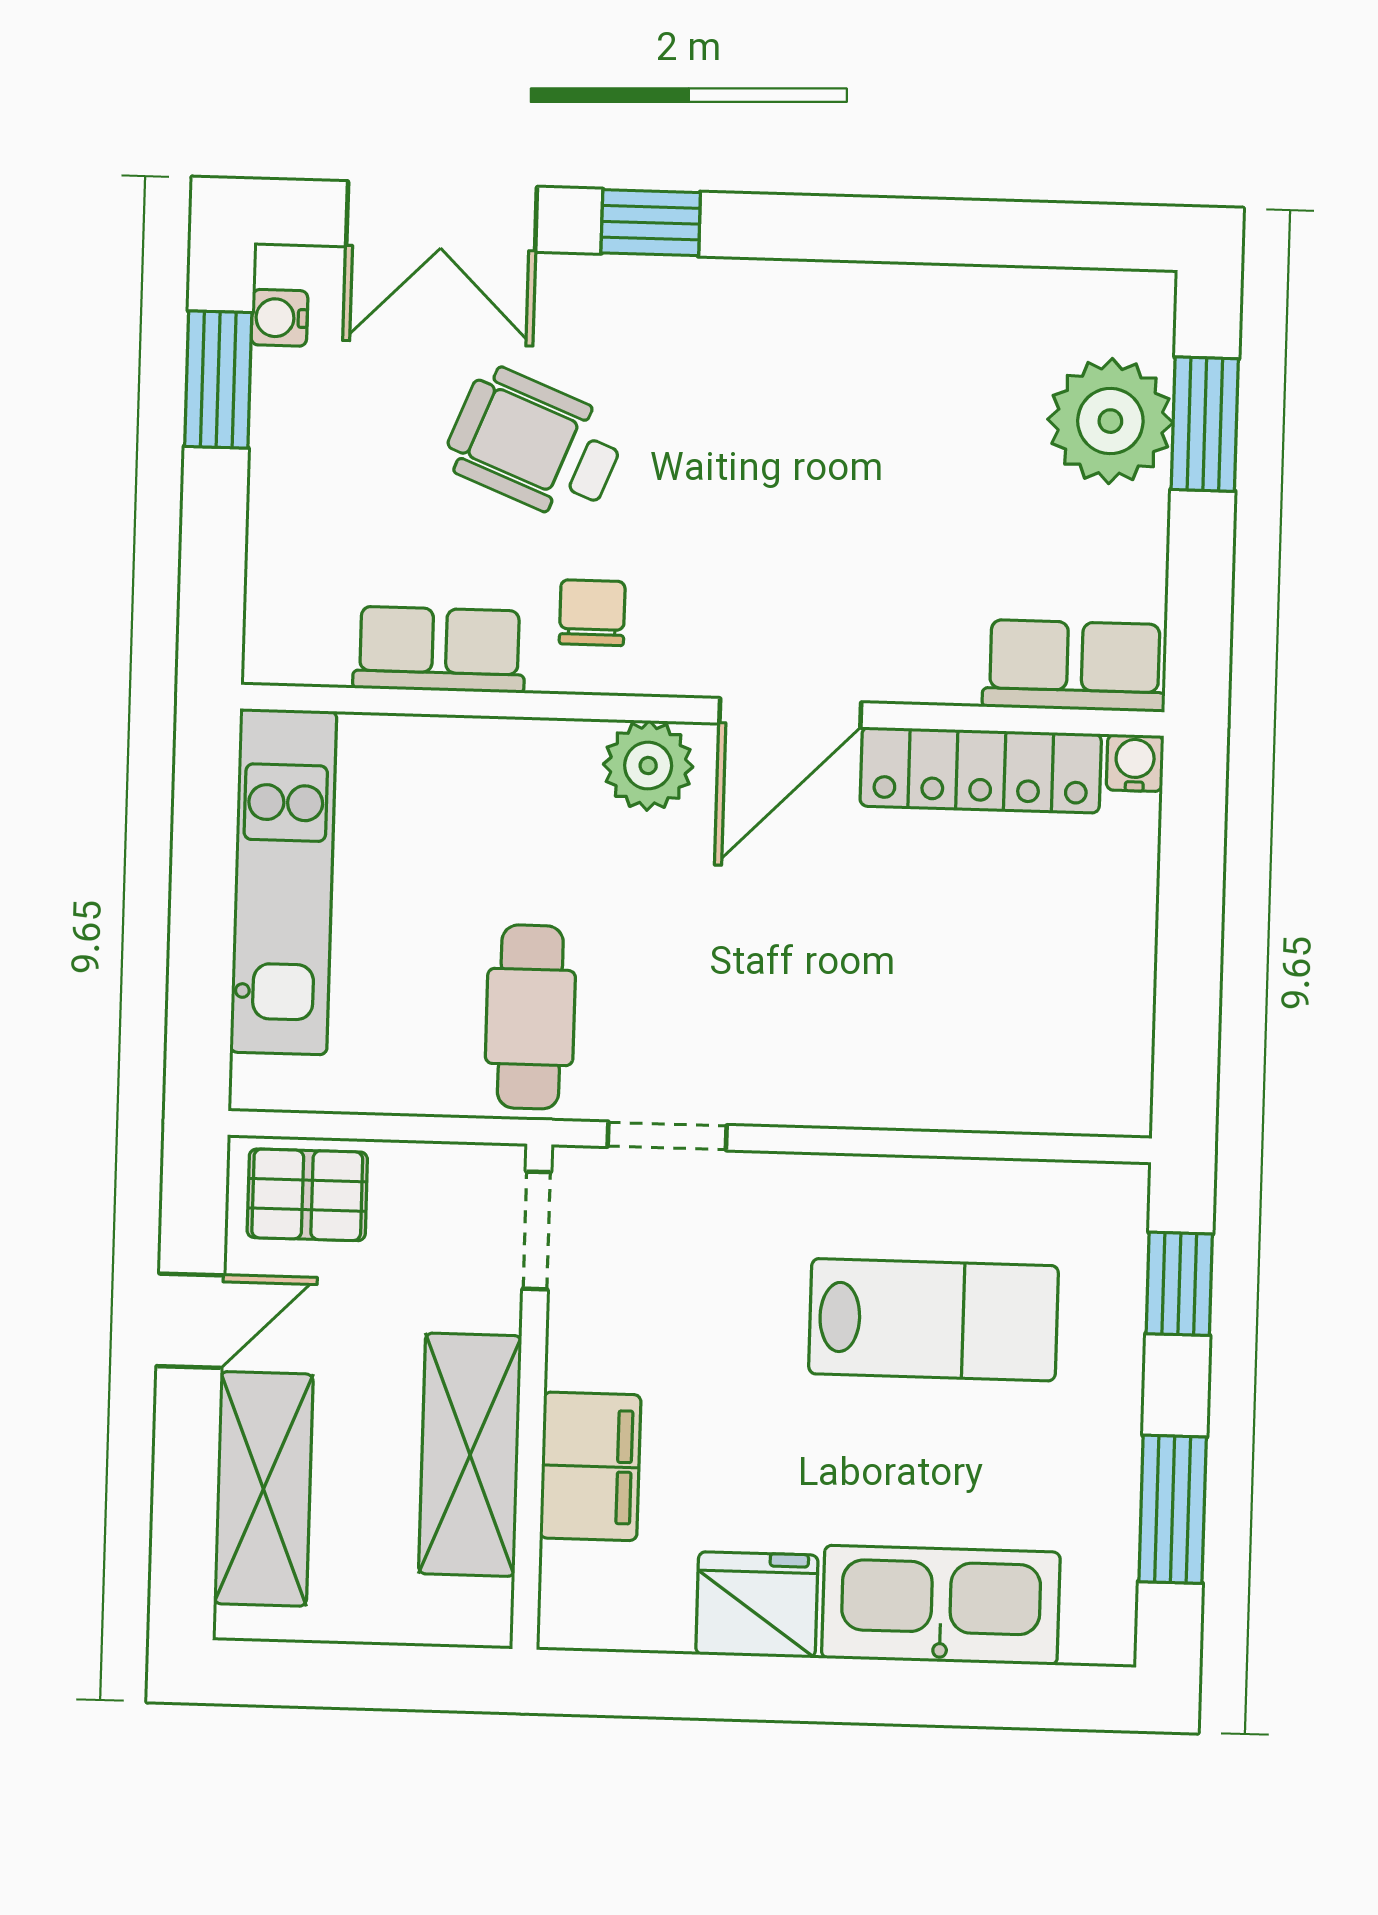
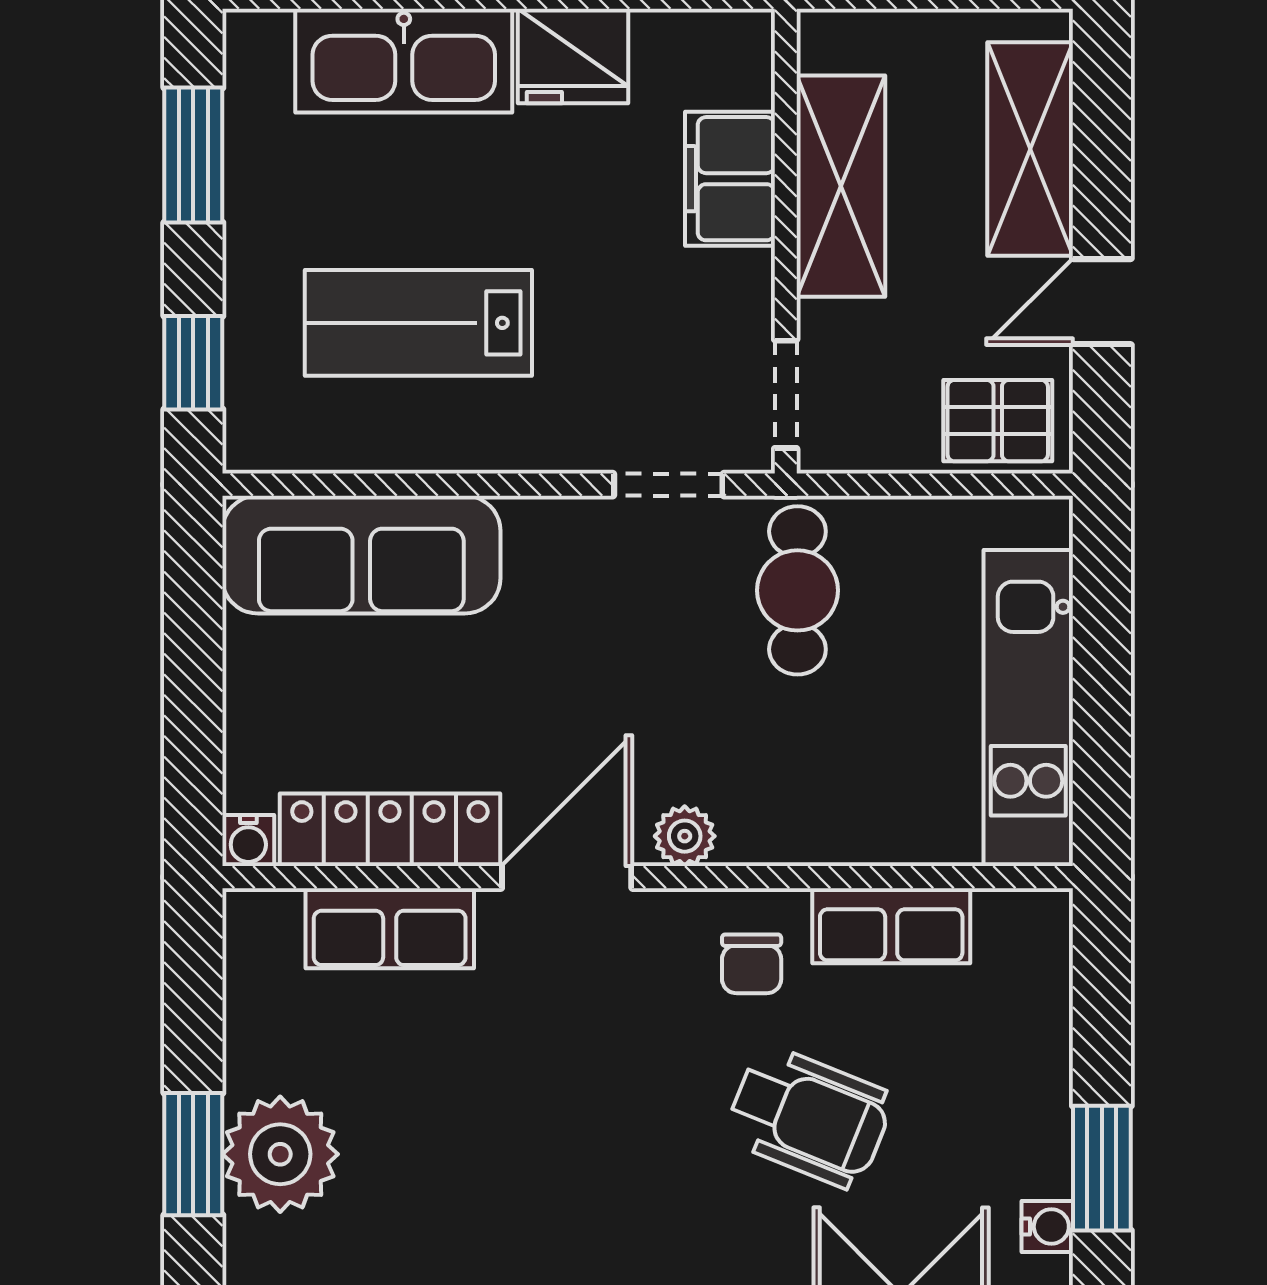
row of seats: (1075, 666) -> (390, 928), moved
plant: (648, 766) -> (685, 836), width x0.73, depth x0.73
sofa: (1003, 1070) -> (361, 555), added

